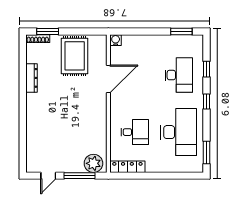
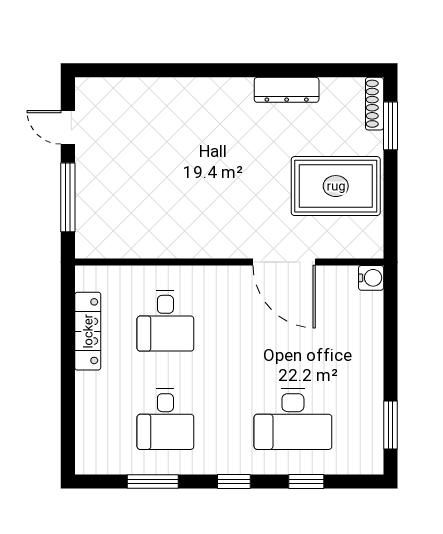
desk: (179, 132) -> (165, 419), width x0.53, depth x0.77
window: (207, 152) -> (153, 481), moved
plant: (93, 163) -> (95, 228), removed
locker: (127, 167) -> (88, 331), moved

